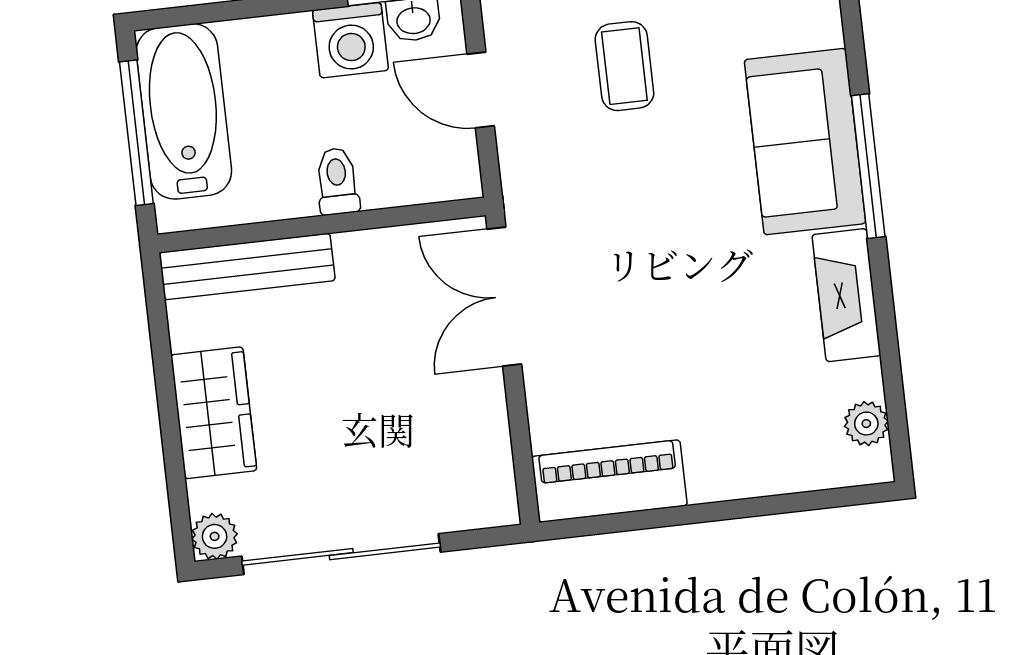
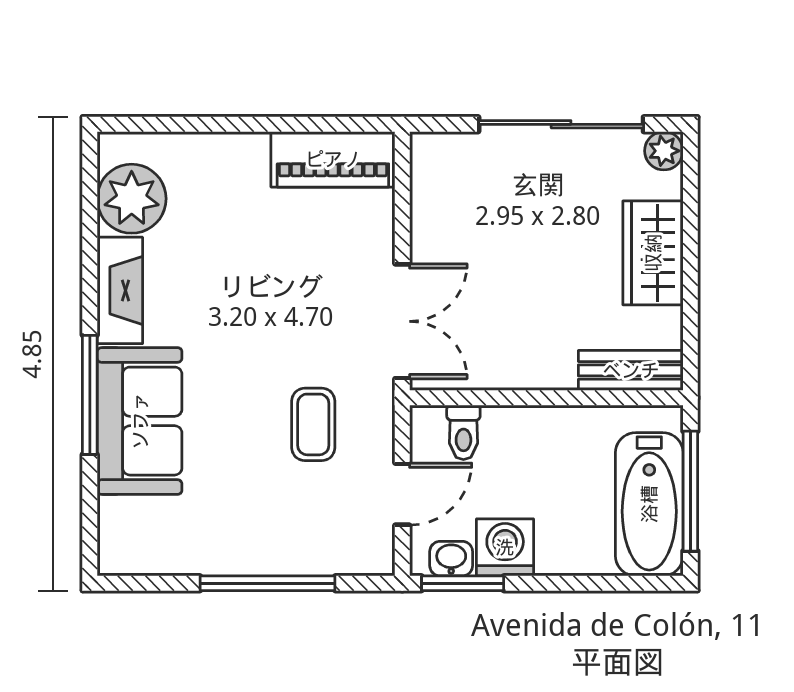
coffee table: (624, 66) -> (313, 424), moved
door: (481, 90) -> (402, 494), hinge flipped
toilet: (337, 181) -> (463, 432), moved
bench: (247, 267) -> (631, 370), width x0.73
plant: (866, 424) -> (132, 199), width x1.87, depth x1.87

